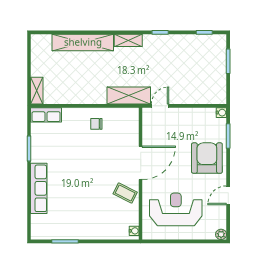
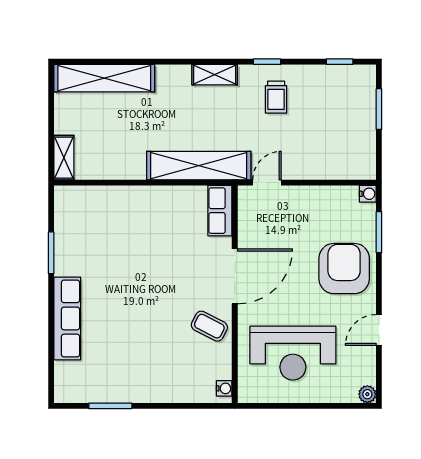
shelving: (83, 42) -> (104, 78), moved
trolley: (166, 54) -> (276, 97), added
shelving: (129, 95) -> (199, 166), width x1.47
row of seats: (46, 115) -> (220, 211), moved, turned 90
chair: (96, 124) -> (162, 212), removed
reception desk: (176, 209) -> (293, 353), turned 180

